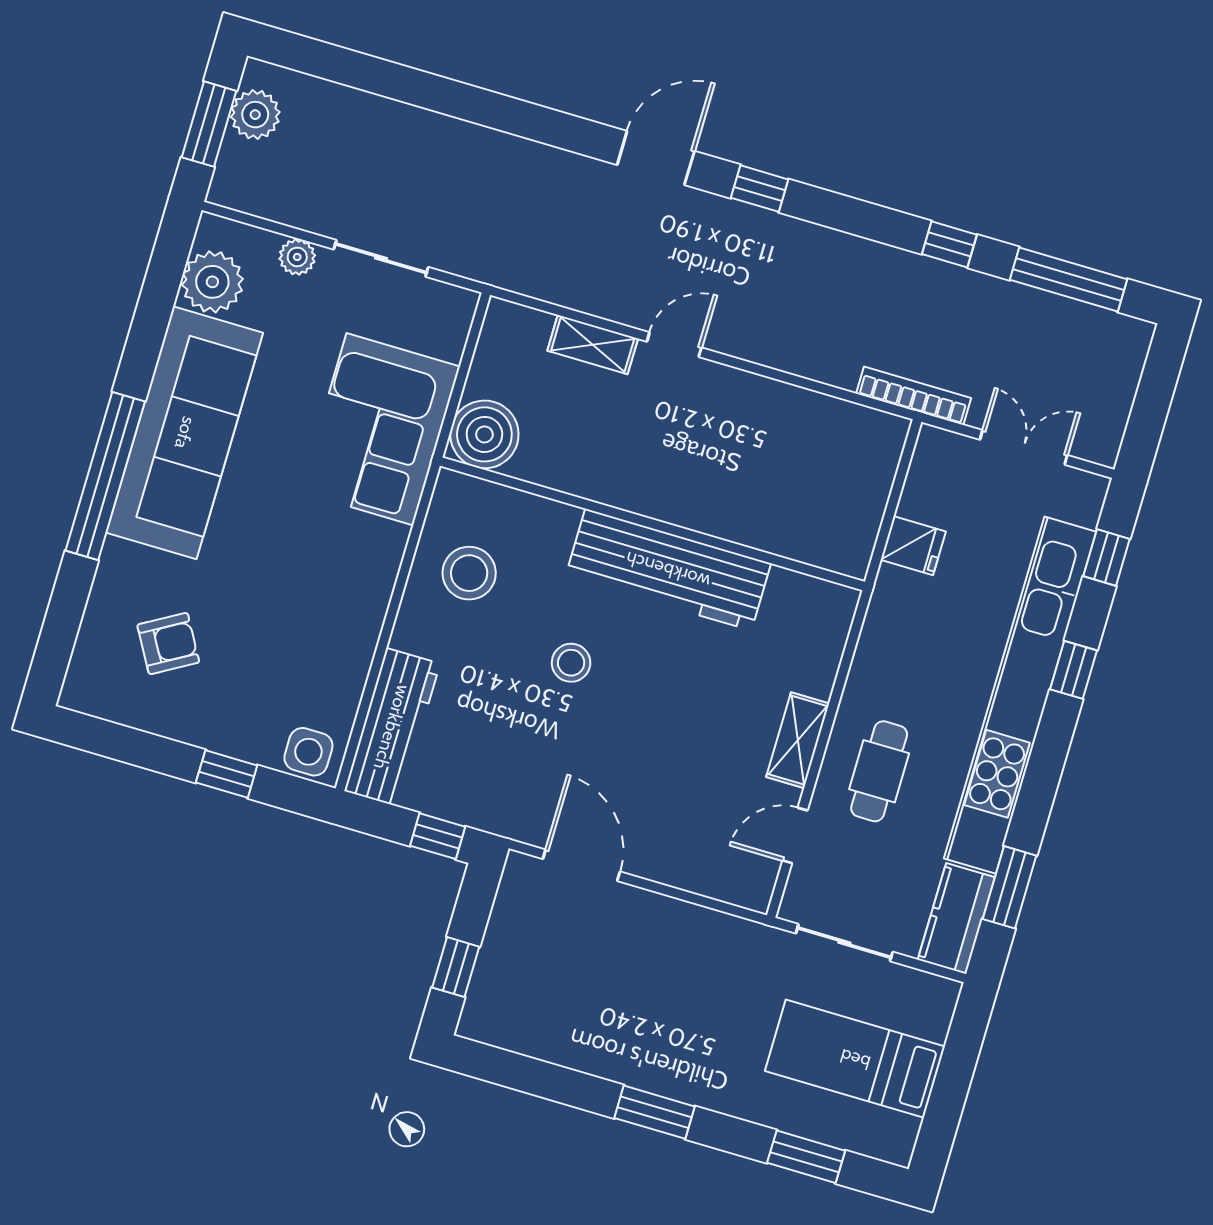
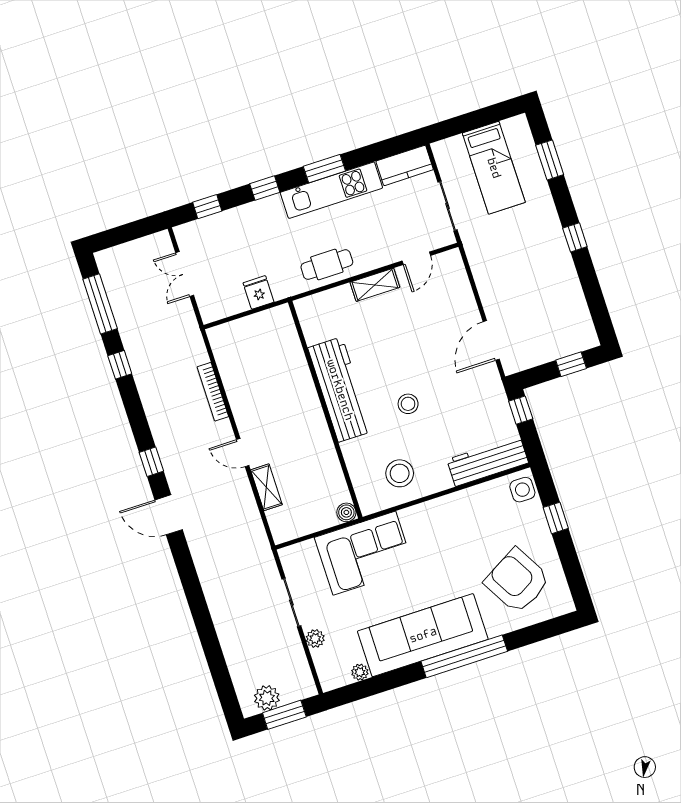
plant: (212, 282) -> (360, 672), width x0.53, depth x0.53
bookcase: (914, 396) -> (213, 392), moved
boiler: (484, 434) -> (346, 512), width x0.54, depth x0.54
armchair: (168, 644) -> (517, 581), width x1.88, depth x1.88
kitchen unit: (1020, 695) -> (331, 190), width x0.54
cafe table: (879, 771) -> (327, 265), moved
door: (795, 836) -> (416, 258), hinge flipped
window: (1009, 887) -> (324, 169), moved
window: (655, 1112) -> (575, 237), width x0.67

